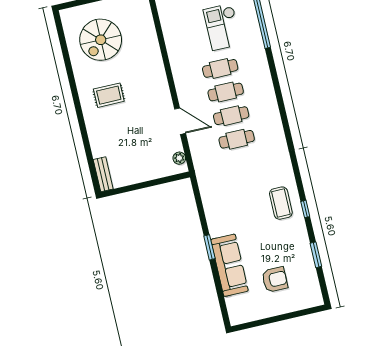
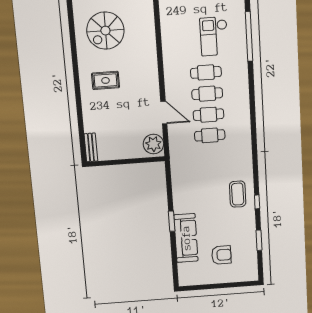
plant: (179, 158) -> (153, 144), width x1.88, depth x1.88

